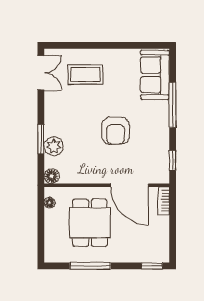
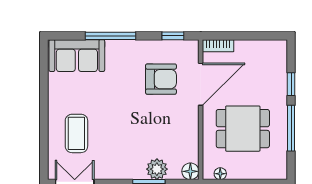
armchair: (116, 131) -> (161, 79), moved
window: (152, 266) -> (291, 84), moved

